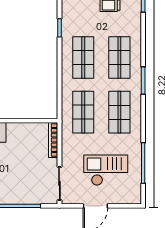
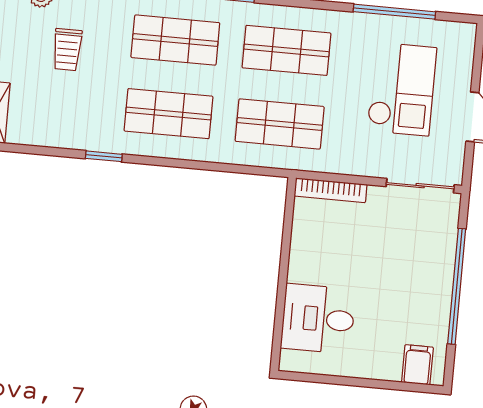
checkout: (106, 170) -> (402, 89), turned 180

